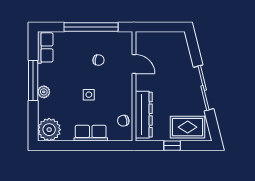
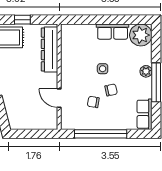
chair: (123, 121) -> (111, 90), moved
row of seats: (91, 133) -> (113, 32), moved

